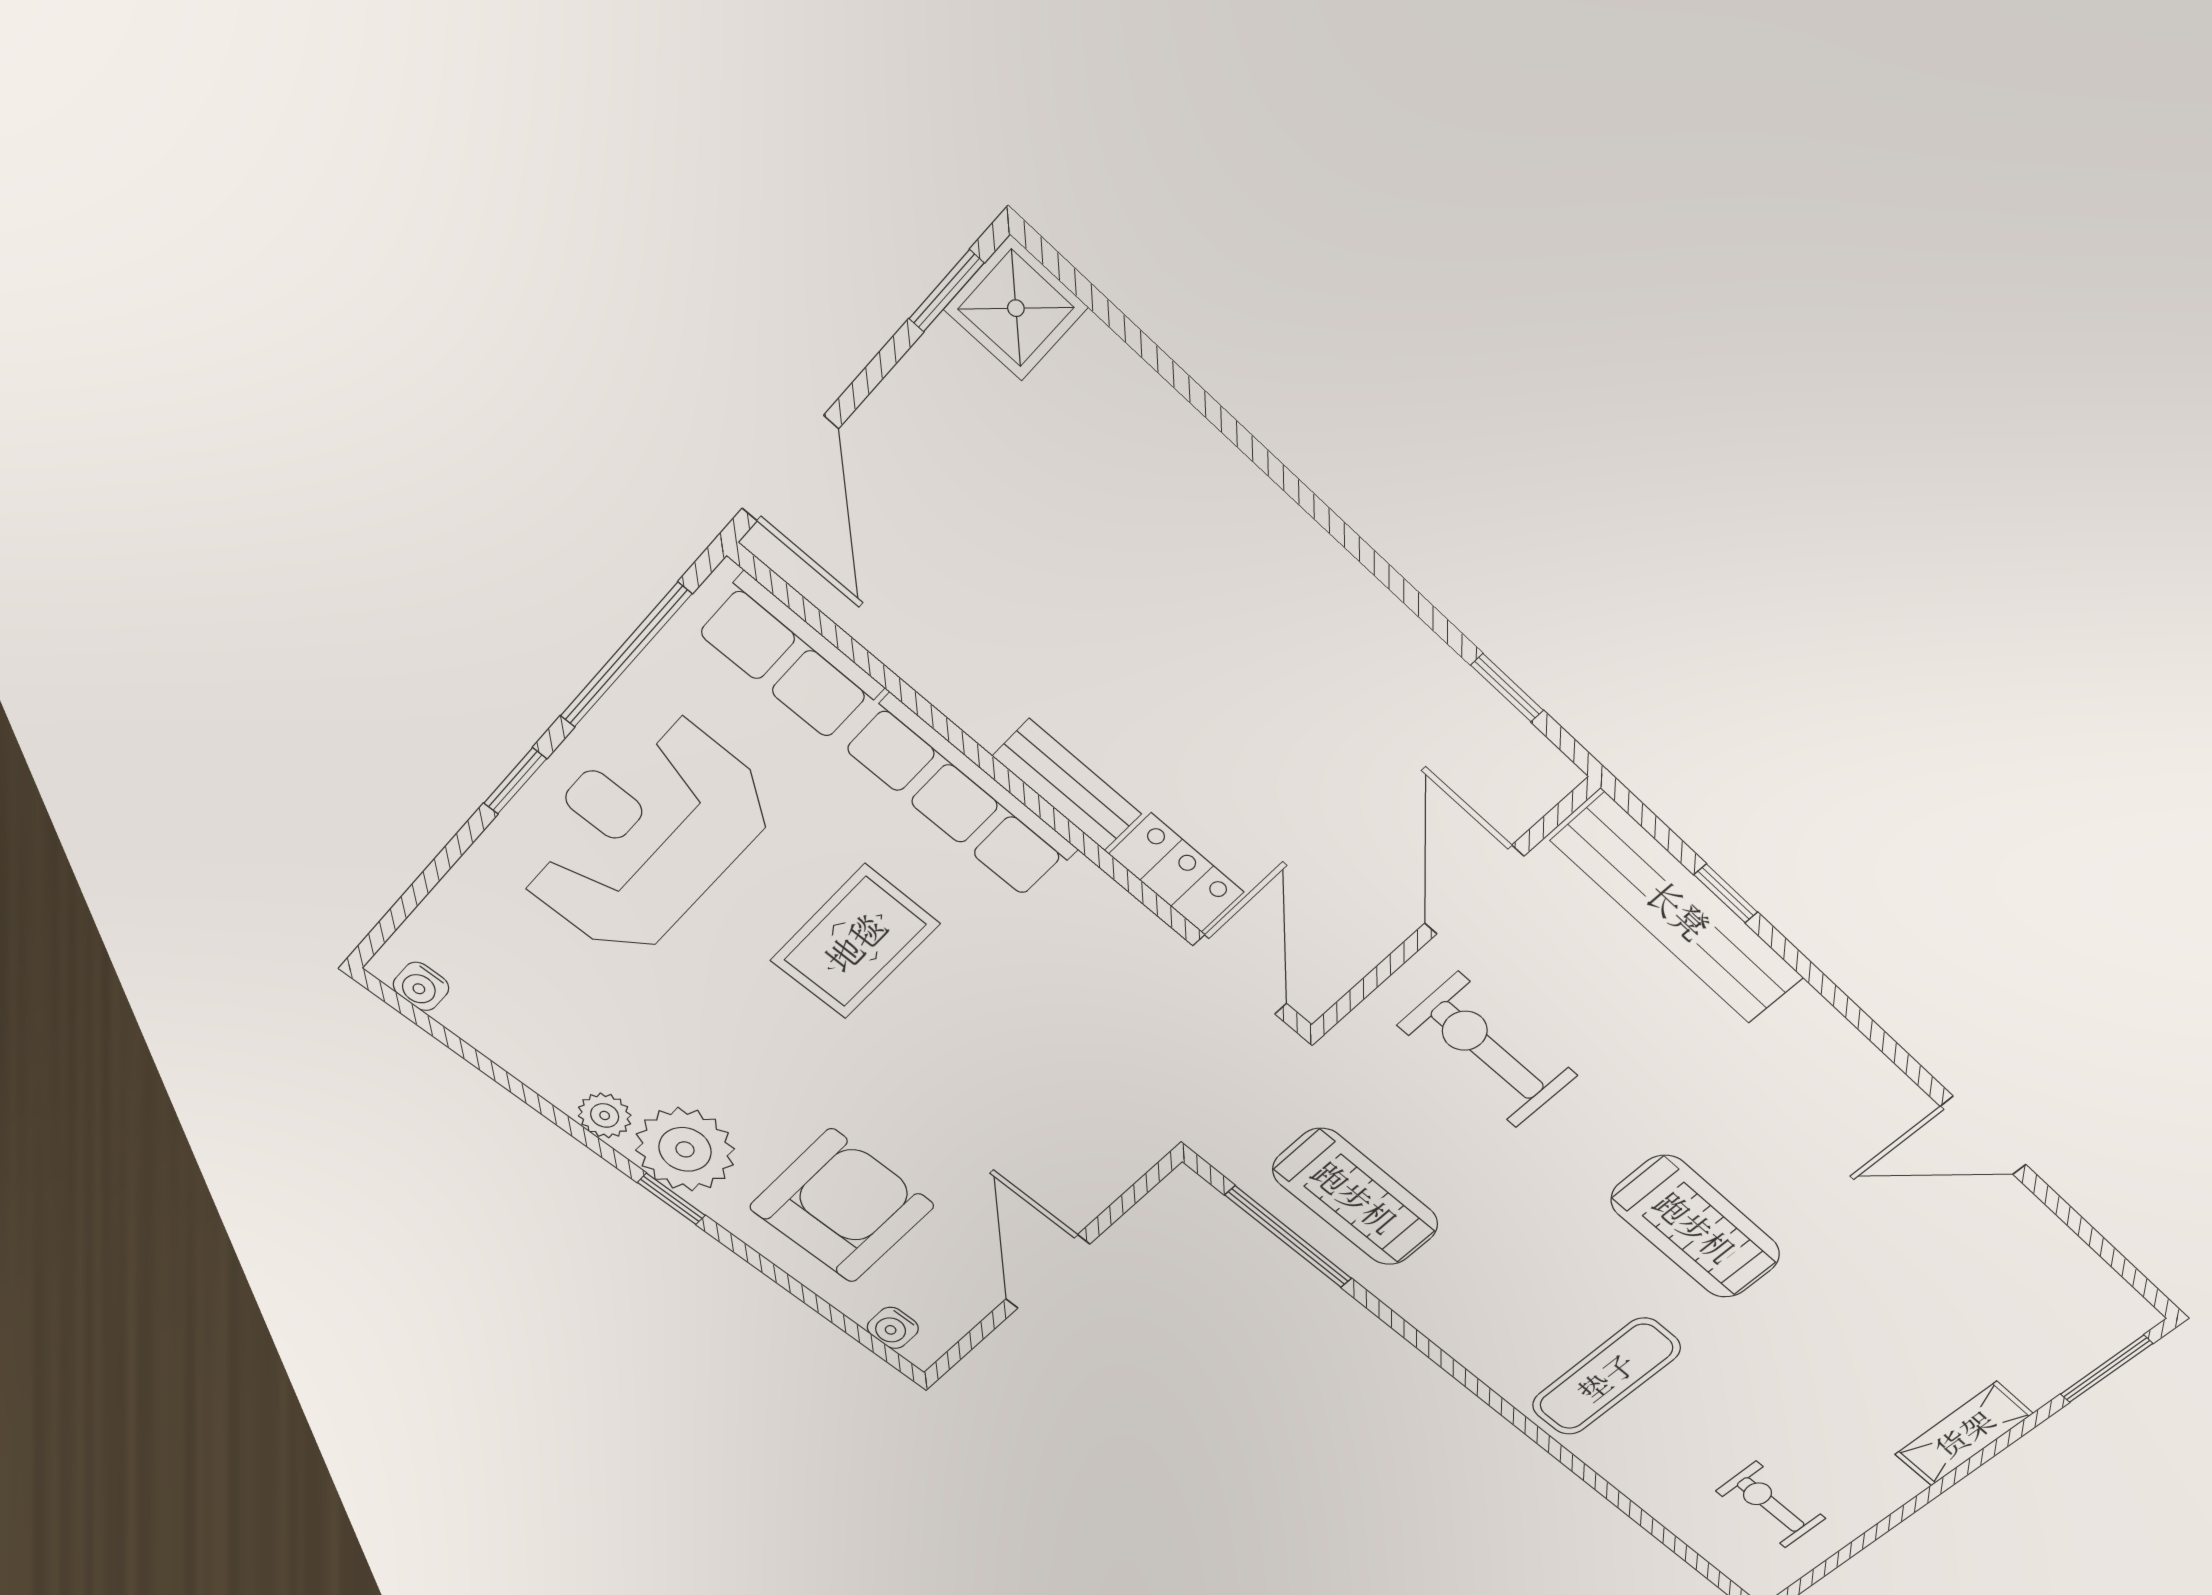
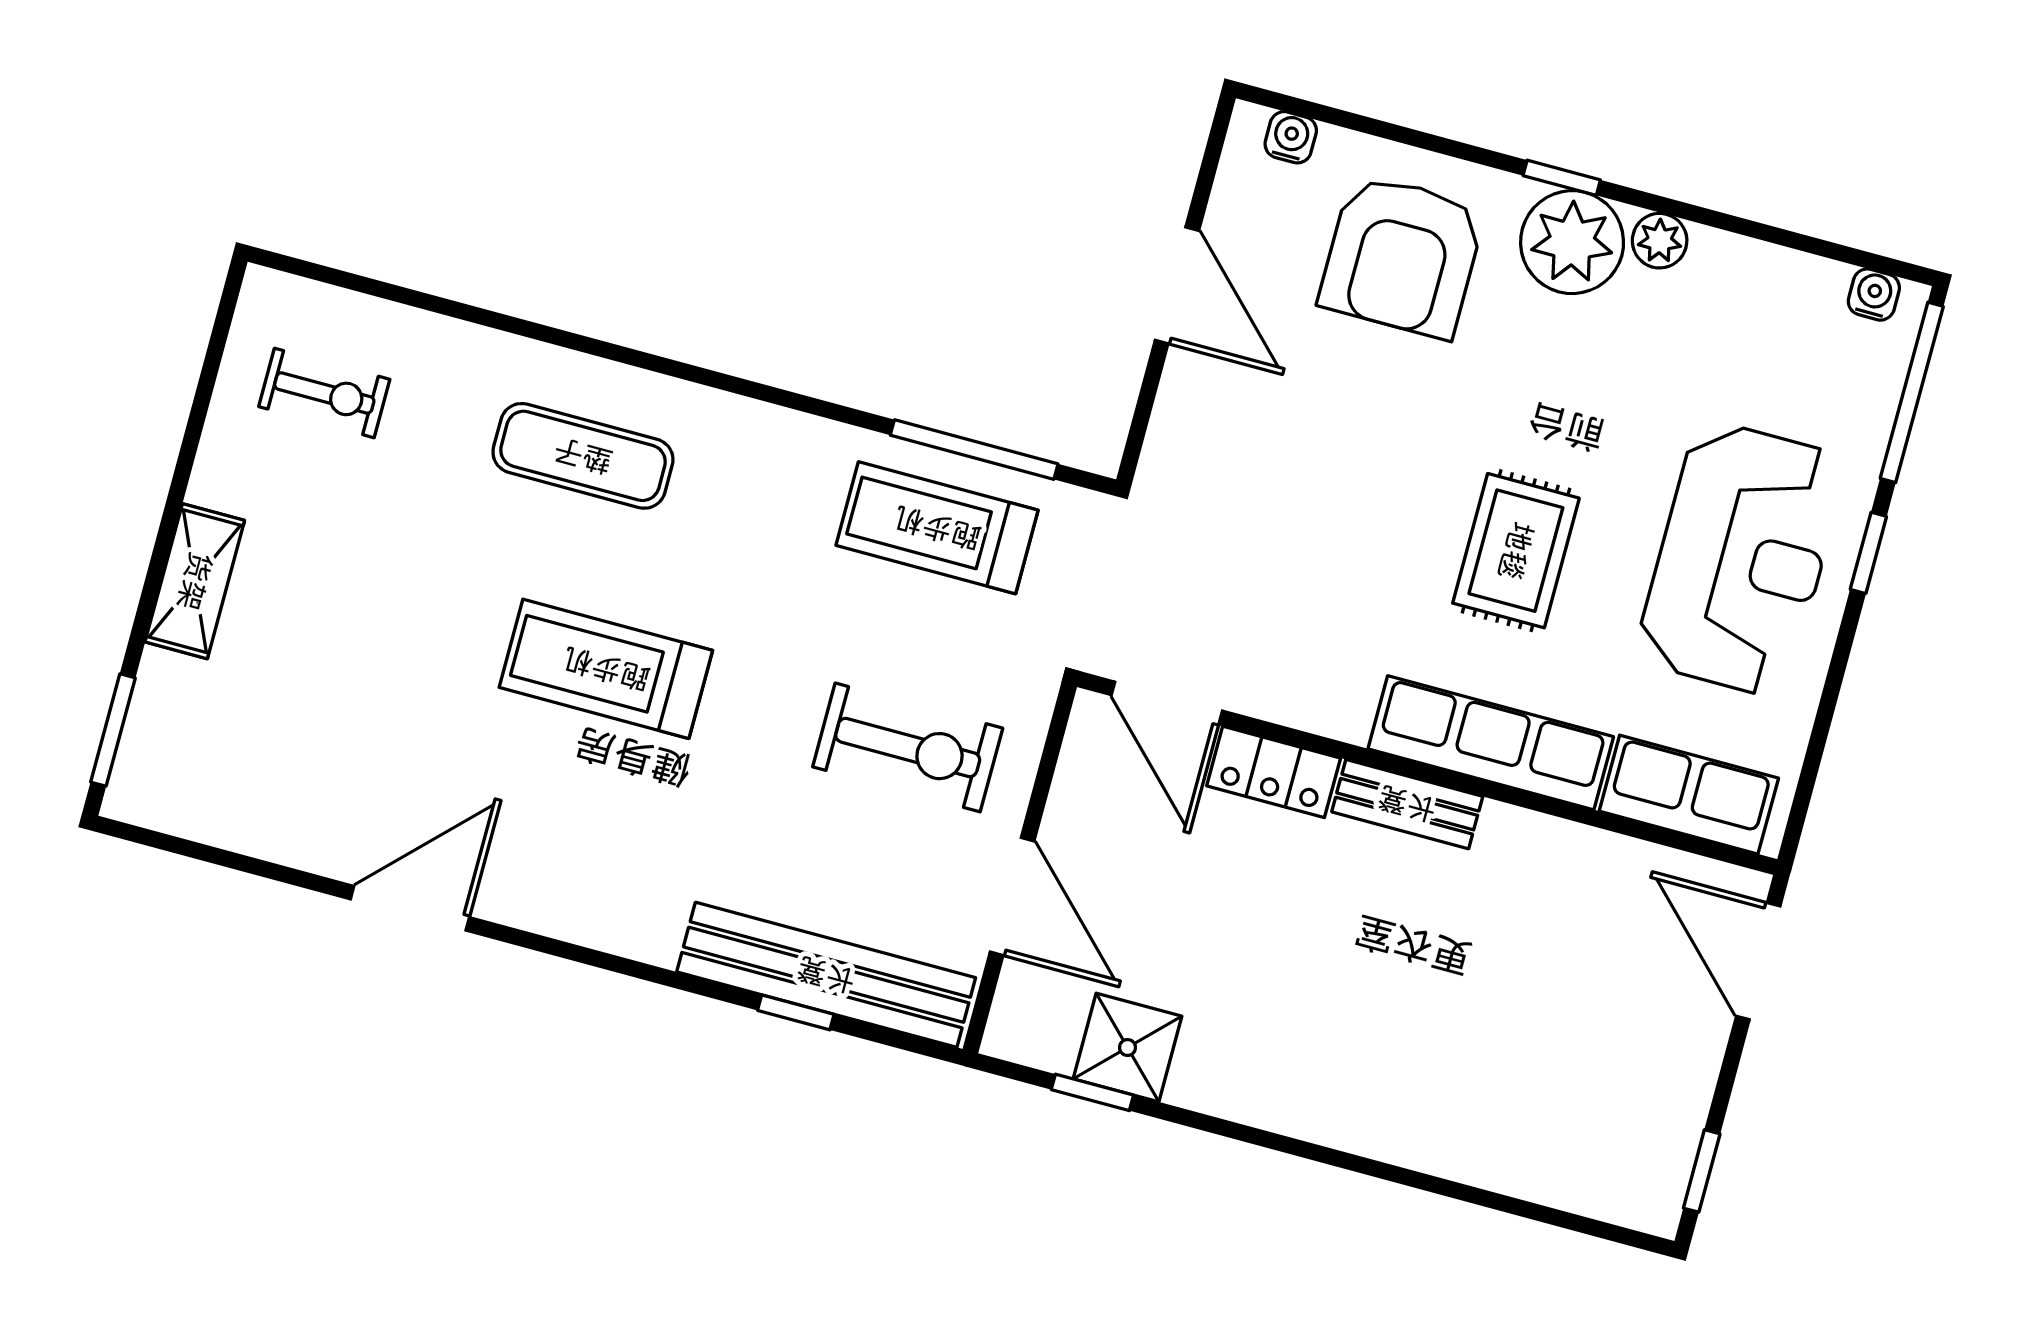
shower: (1016, 308) -> (1128, 1048), moved
window: (626, 655) -> (1912, 392), moved
exercise mat: (1606, 1377) -> (583, 456), turned 90

